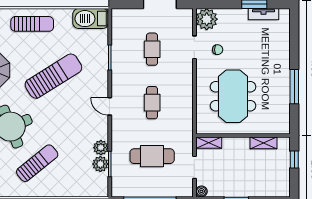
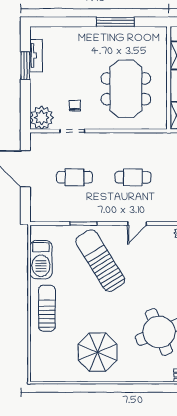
barbecue: (91, 19) -> (41, 260), moved
sun lounger: (53, 76) -> (100, 261), moved
meeting table: (233, 96) -> (126, 89), turned 90

